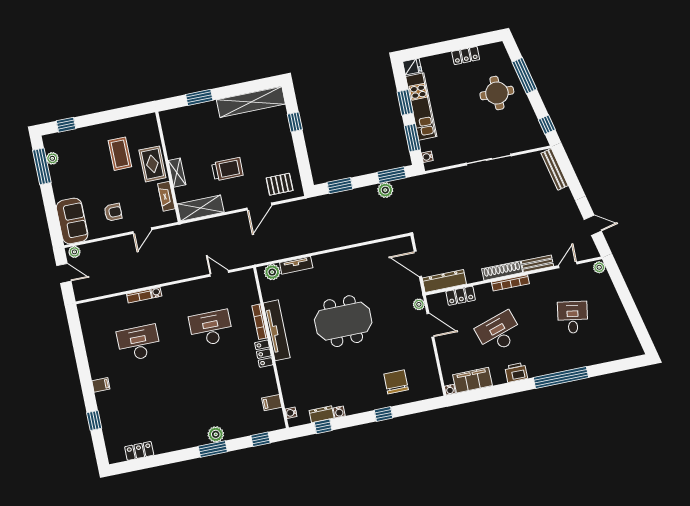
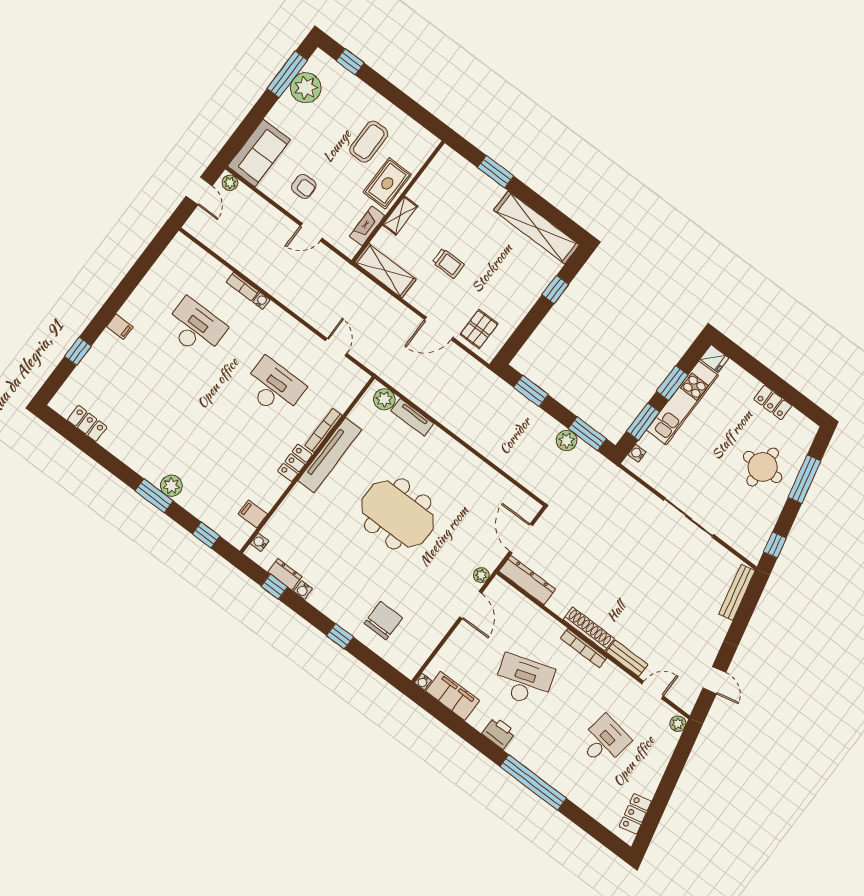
plant: (52, 158) -> (306, 88), width x1.87, depth x1.87
trolley: (227, 169) -> (448, 263), width x0.73, depth x0.72
pallet: (280, 184) -> (479, 329), turned 90
locker: (461, 296) -> (635, 814), moved, turned 77

